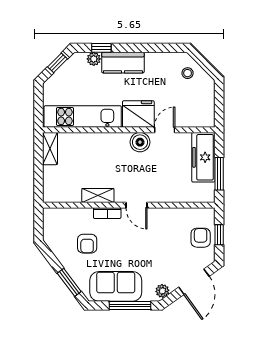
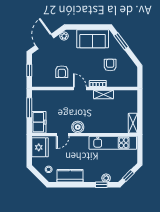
kitchen counter: (123, 63) -> (70, 176), moved
fridge: (138, 114) -> (40, 147), moved, turned -90
freezer: (203, 157) -> (39, 122), width x0.71
armchair: (201, 238) -> (62, 72), moved
window: (130, 306) -> (84, 27), removed

